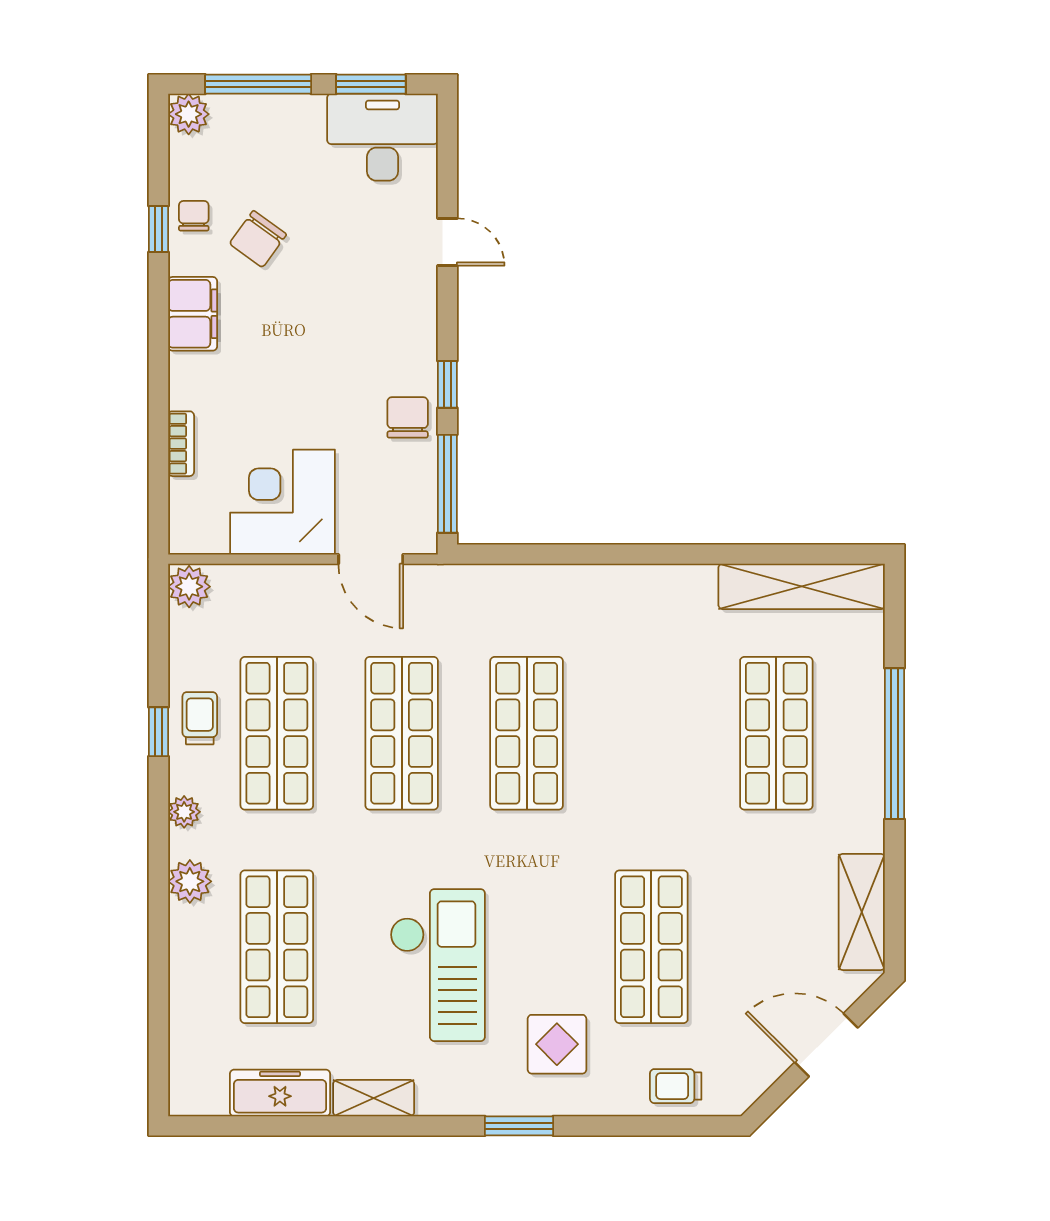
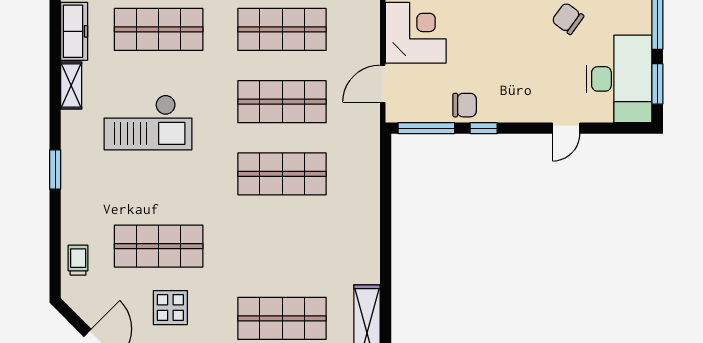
desk: (383, 137) -> (619, 79), width x1.36, depth x1.30
display table: (557, 1044) -> (170, 308), moved

